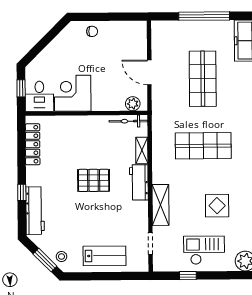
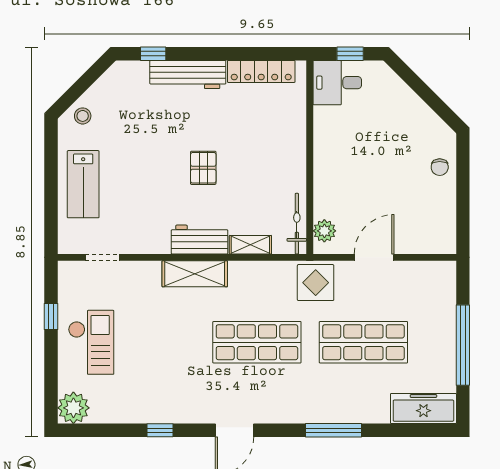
corner desk: (73, 93) -> (342, 135), removed
shop shelf: (203, 146) -> (257, 342), turned 90
pallet: (94, 180) -> (203, 168), width x0.67, depth x0.71
window: (22, 192) -> (153, 54), moved
shelving: (160, 205) -> (195, 274), moved
display table: (217, 206) -> (316, 283), moved
workbench: (35, 211) -> (188, 75), moved
window: (45, 260) -> (77, 90), removed

